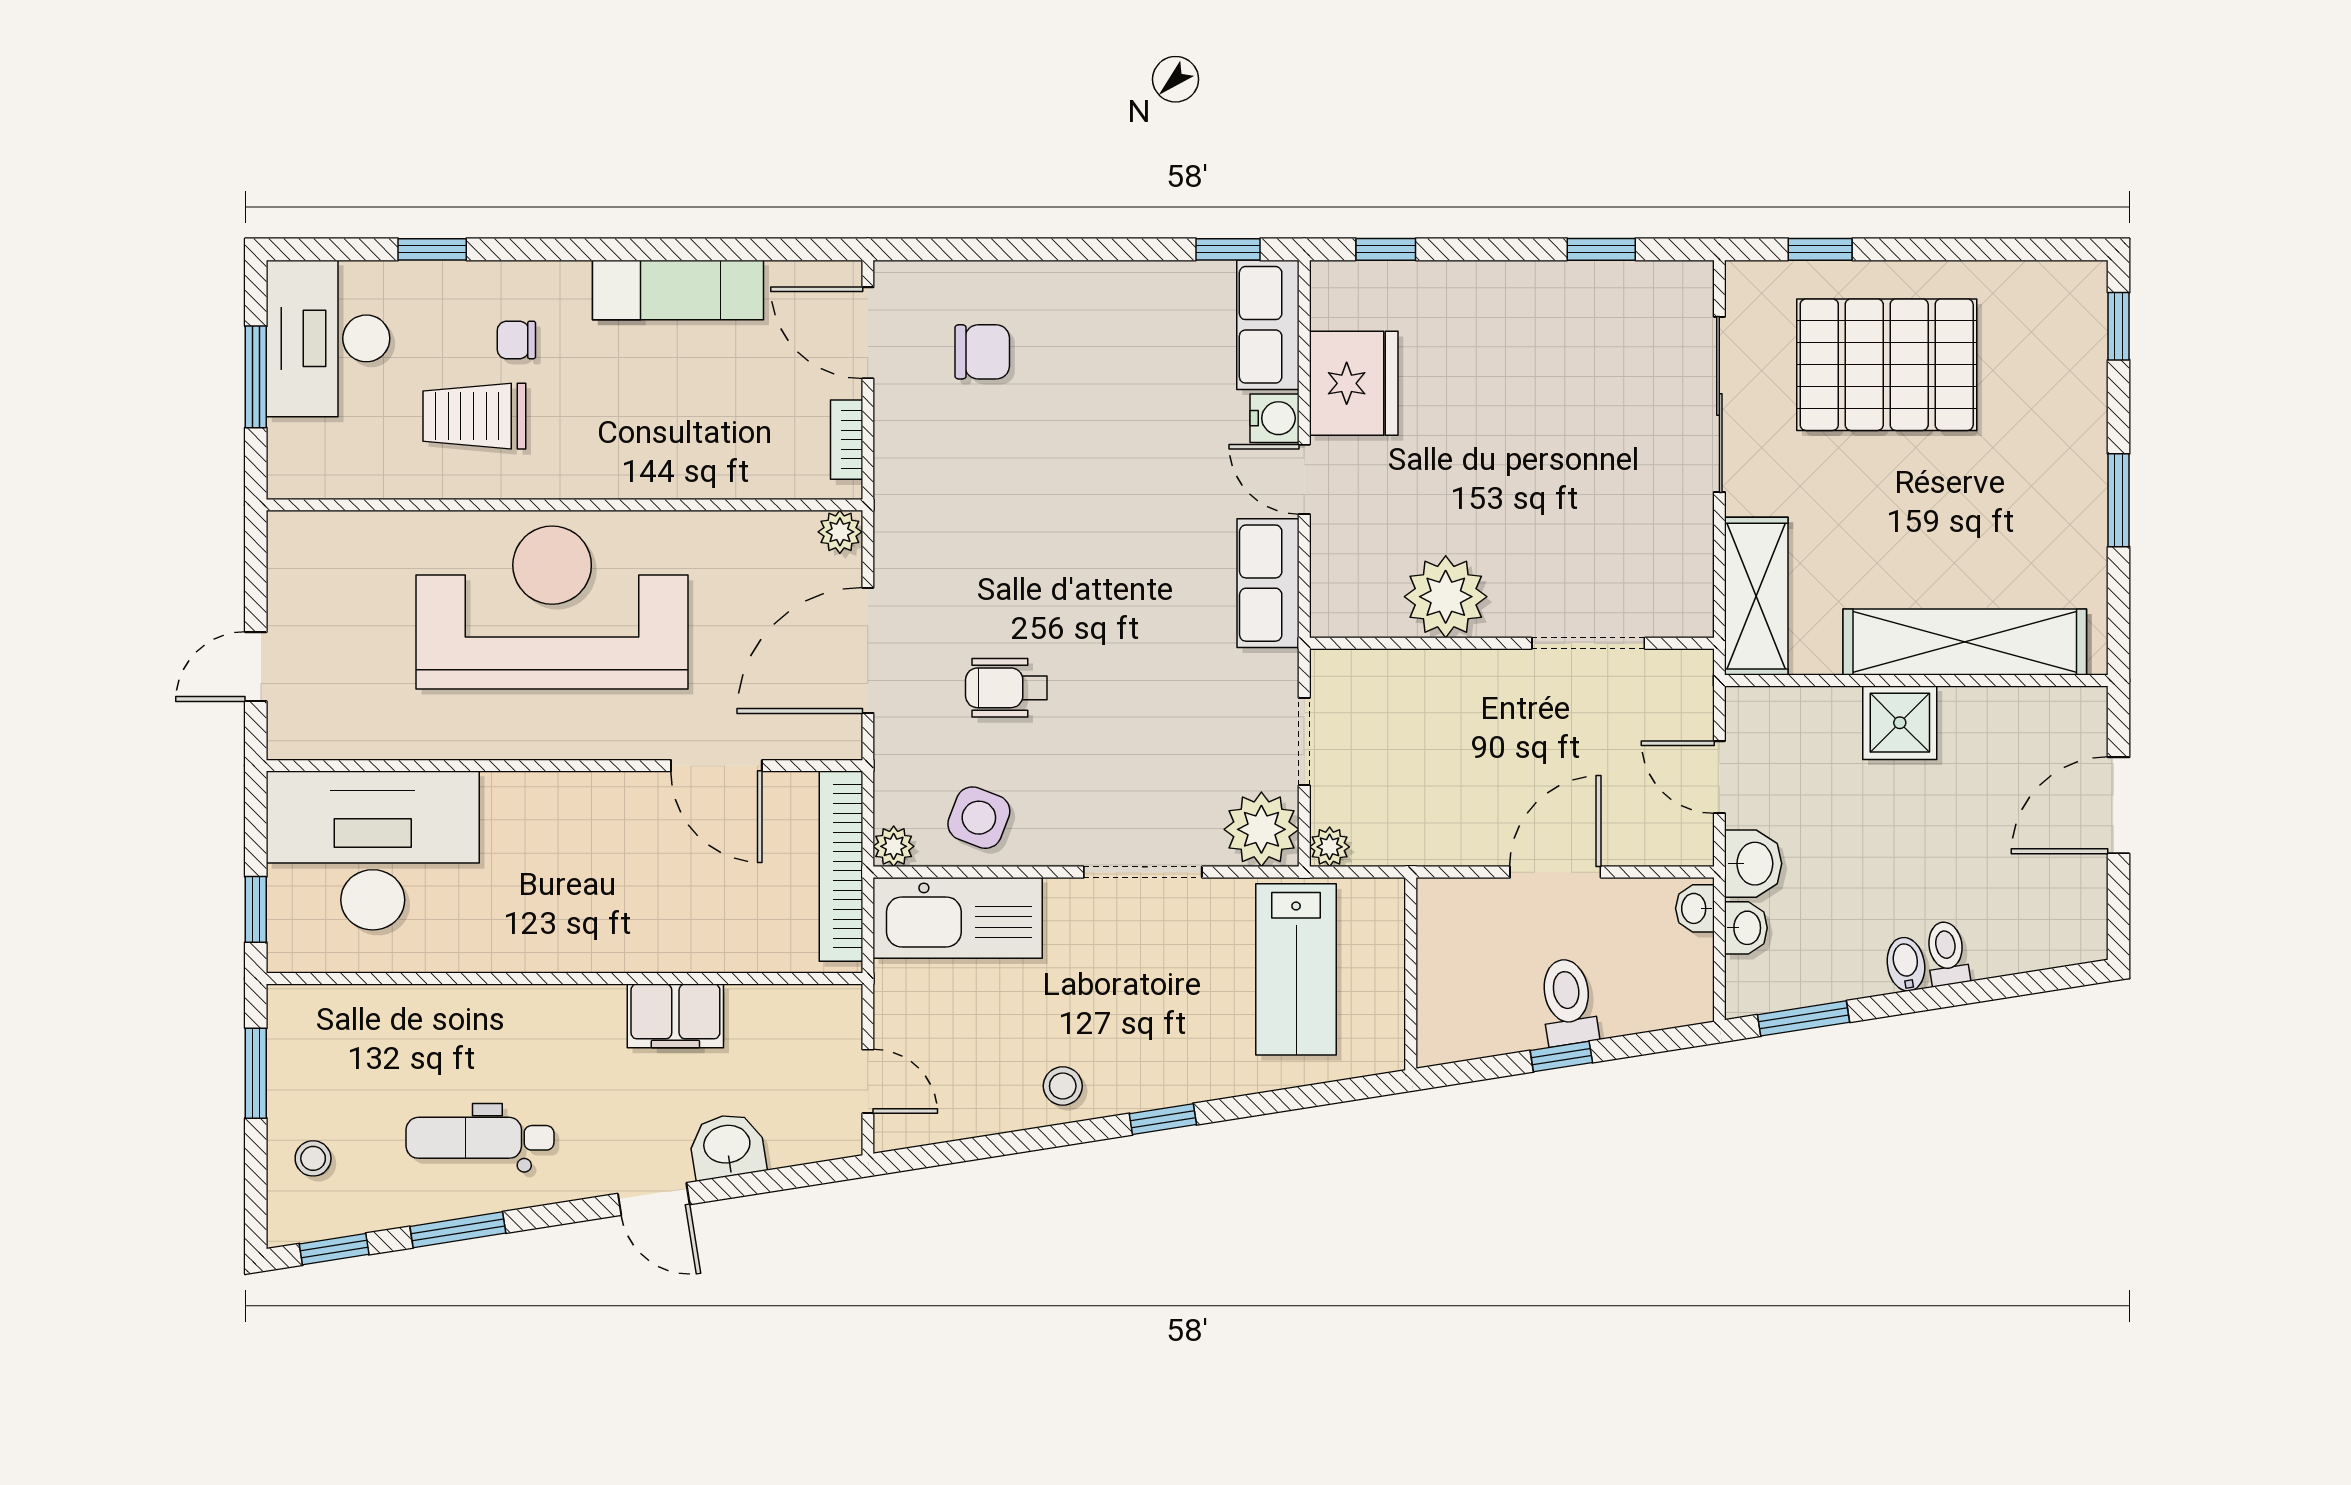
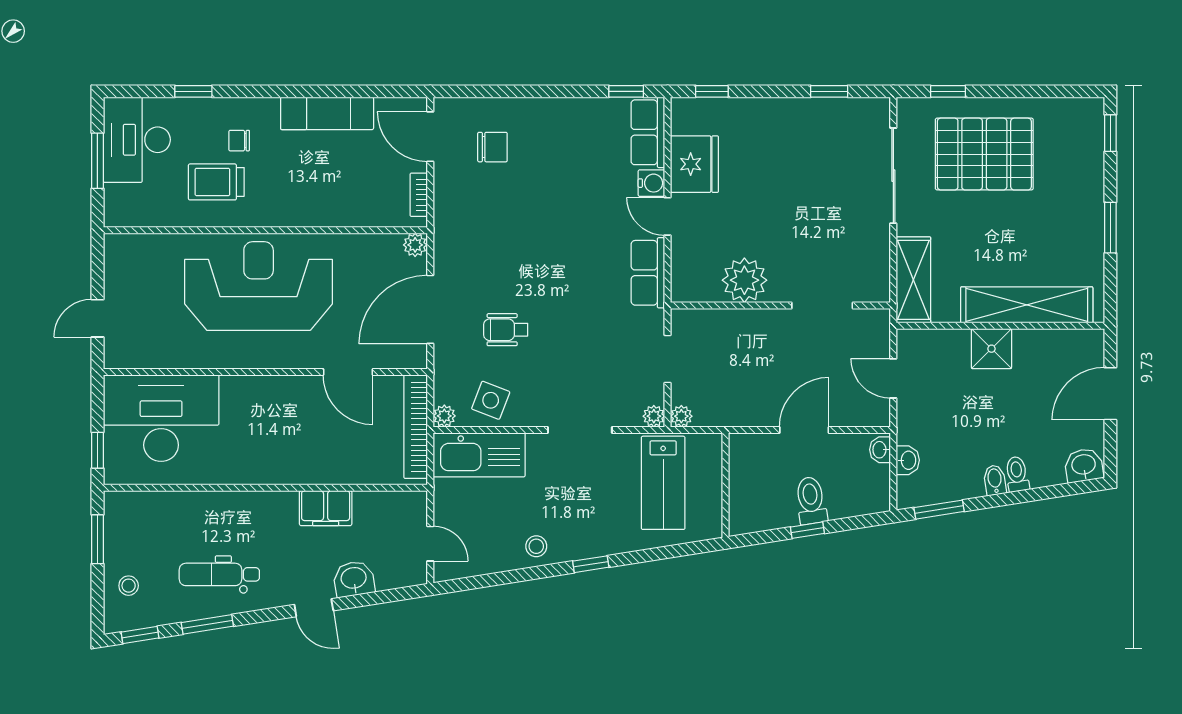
plant: (1261, 829) -> (654, 416), width x0.53, depth x0.53
washbasin: (1753, 864) -> (1084, 465), moved, turned -99

